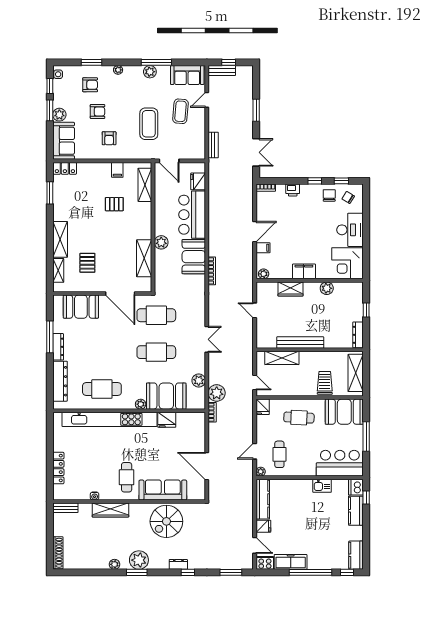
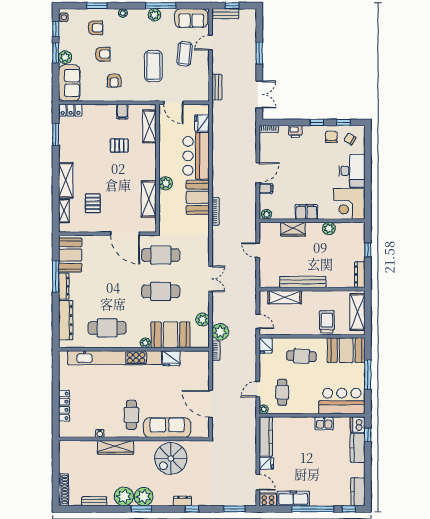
booth: (81, 307) -> (70, 255), moved, turned 90
bench: (65, 508) -> (94, 501), moved
plant: (115, 564) -> (124, 496), width x1.88, depth x1.88

